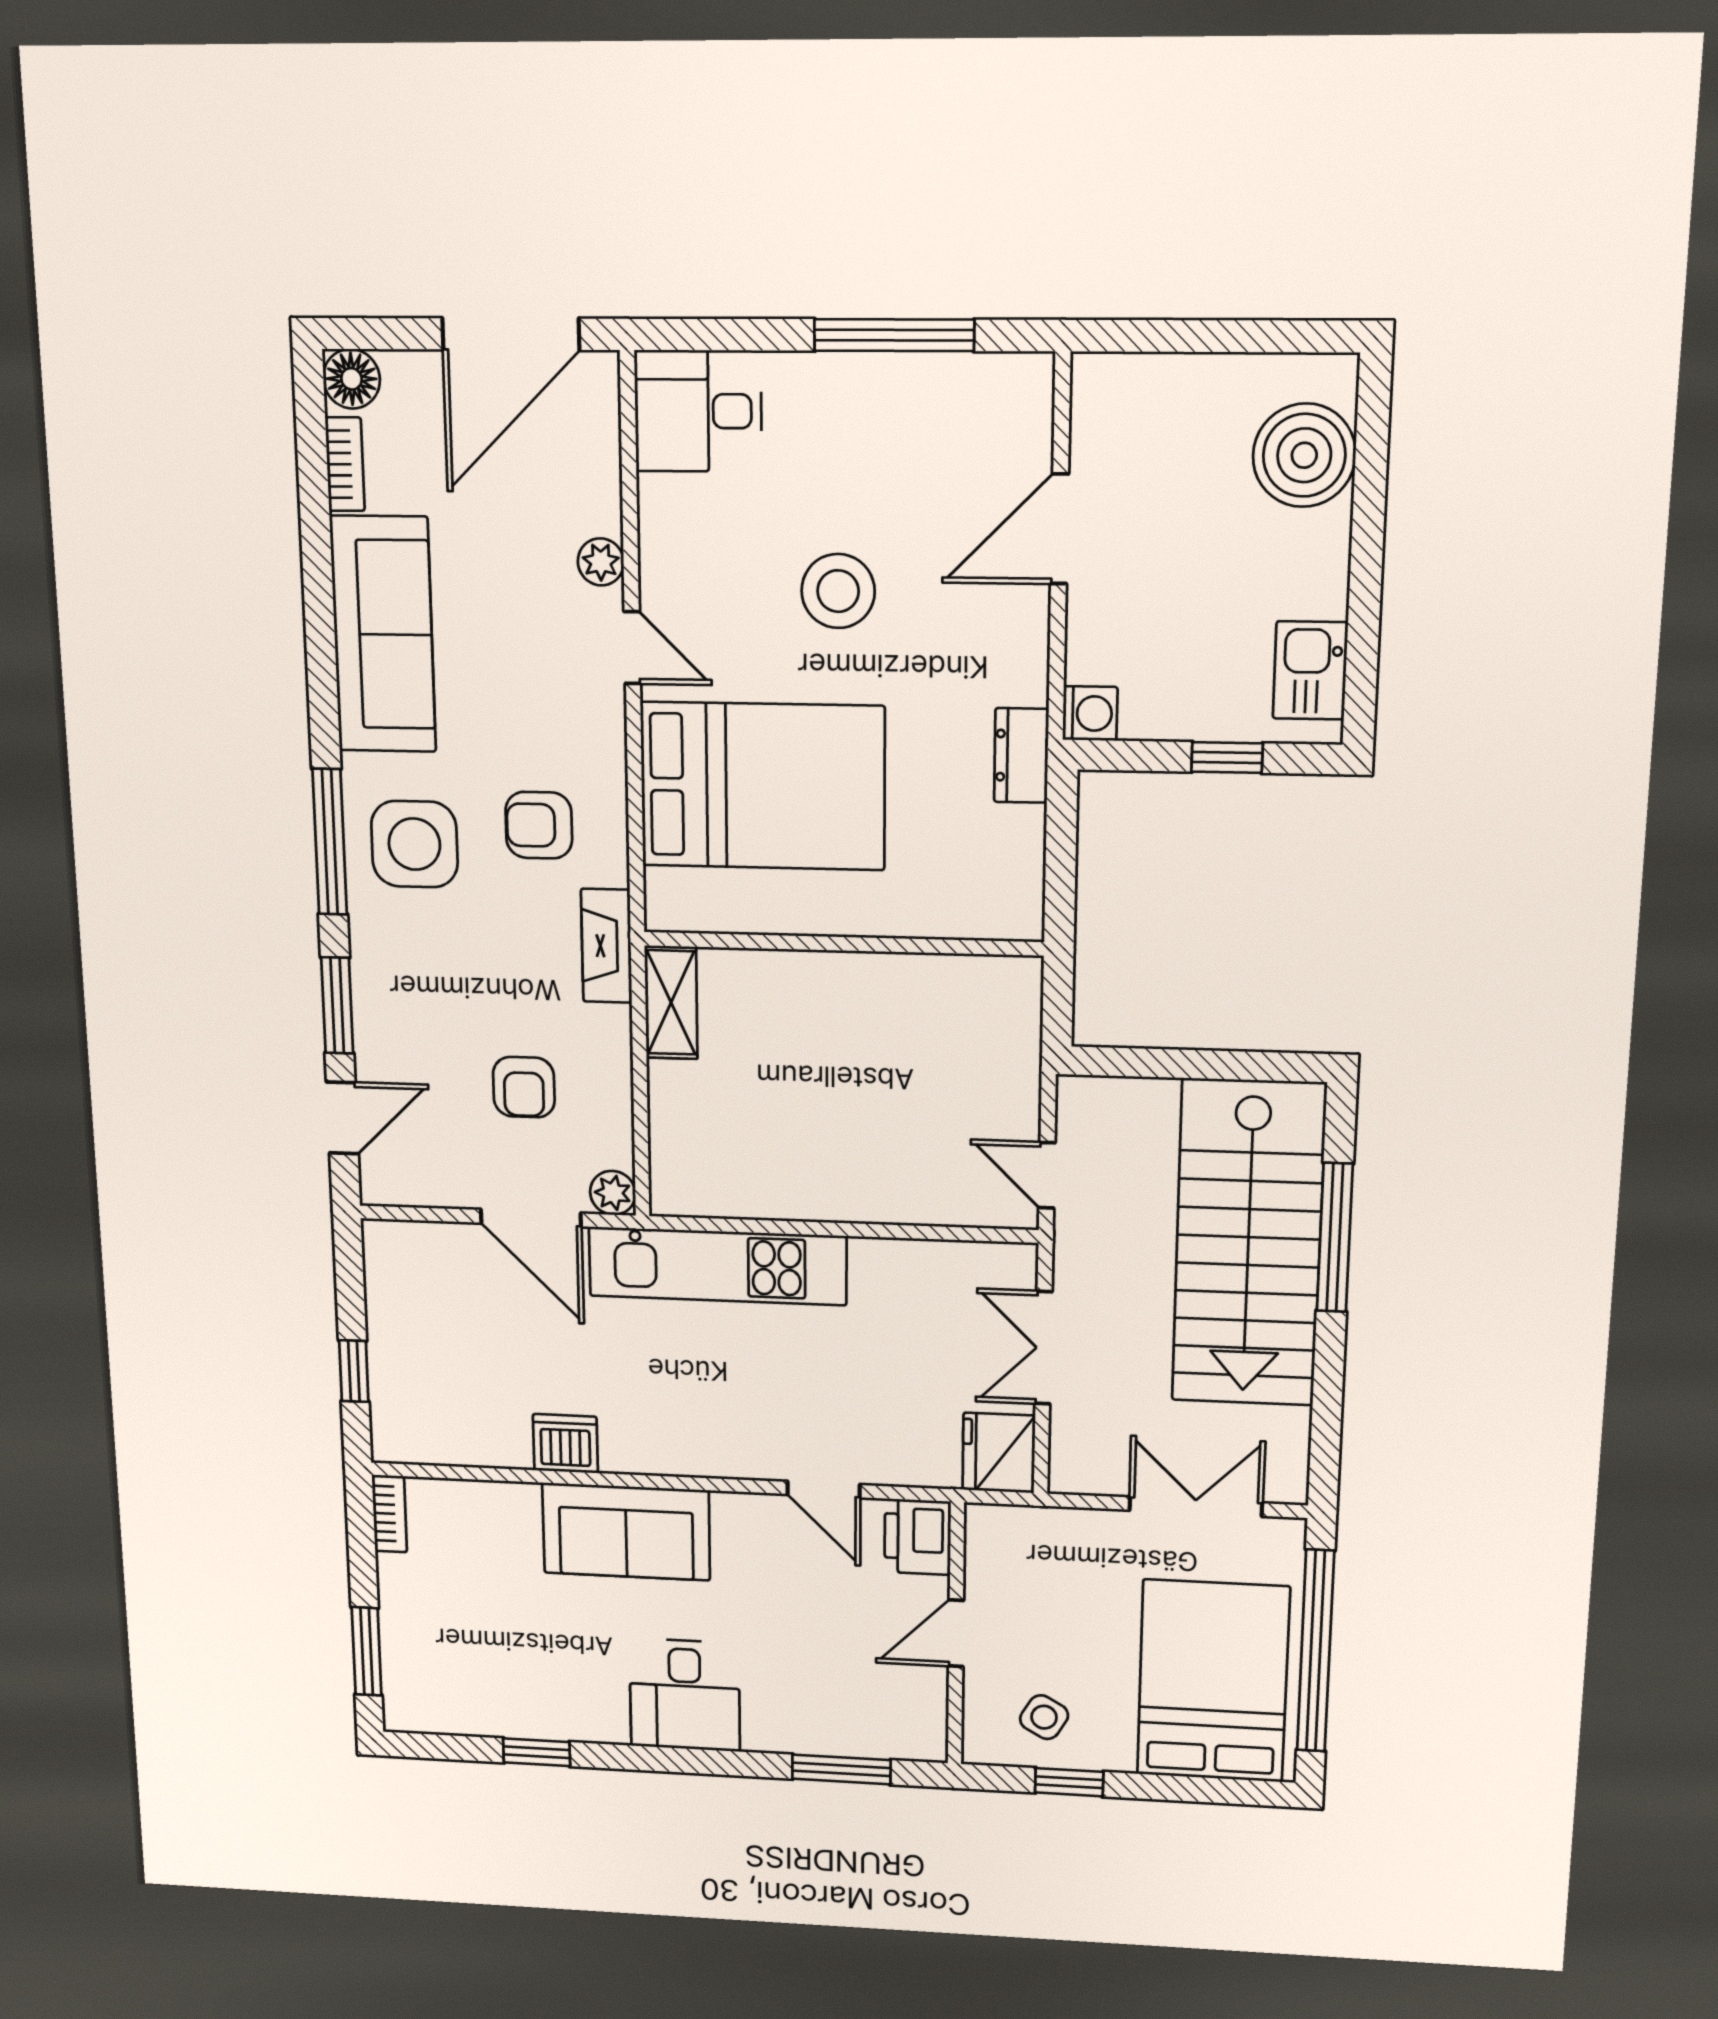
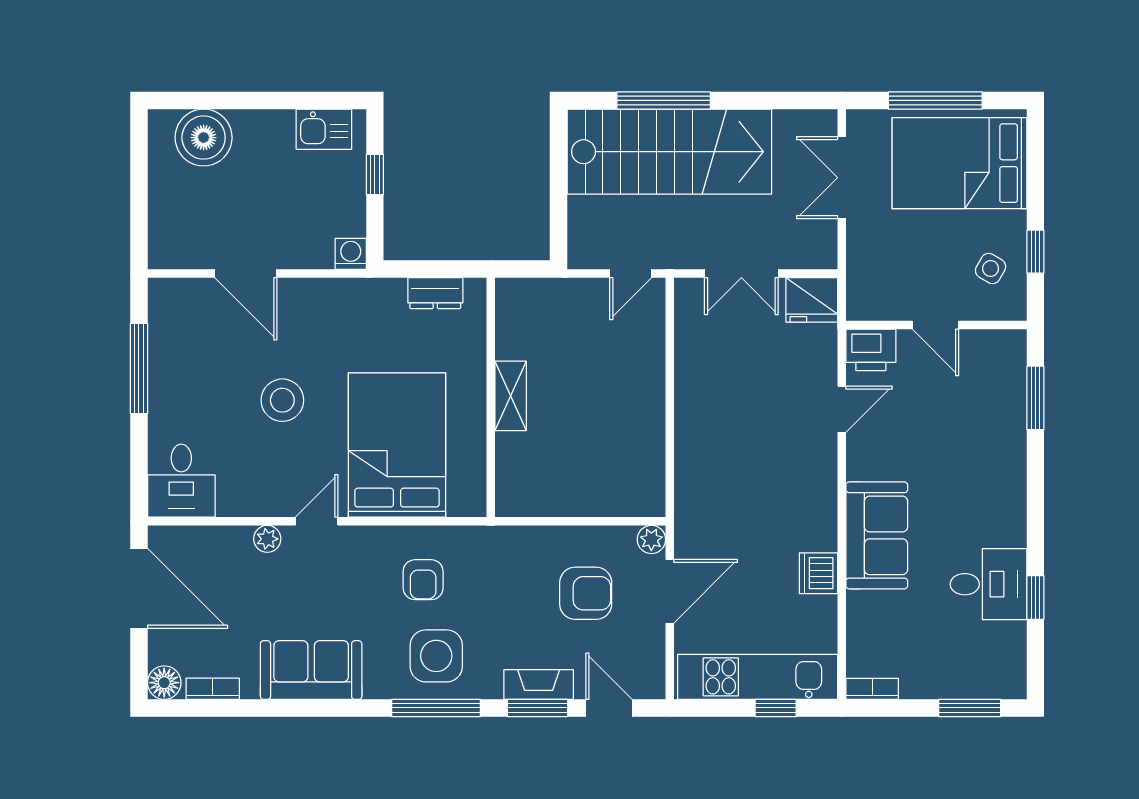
sofa: (383, 634) -> (311, 670), width x0.73
dresser: (1021, 755) -> (435, 293), moved
fireplace: (606, 946) -> (539, 685), moved, turned 180
shelving: (671, 1002) -> (511, 396), moved, turned 90
armchair: (524, 1087) -> (586, 593), width x1.38, depth x1.38
kitchen unit: (717, 1266) -> (758, 677), moved, turned -90
window: (1316, 1651) -> (935, 100), width x0.68
desk: (685, 1695) -> (988, 584), moved

